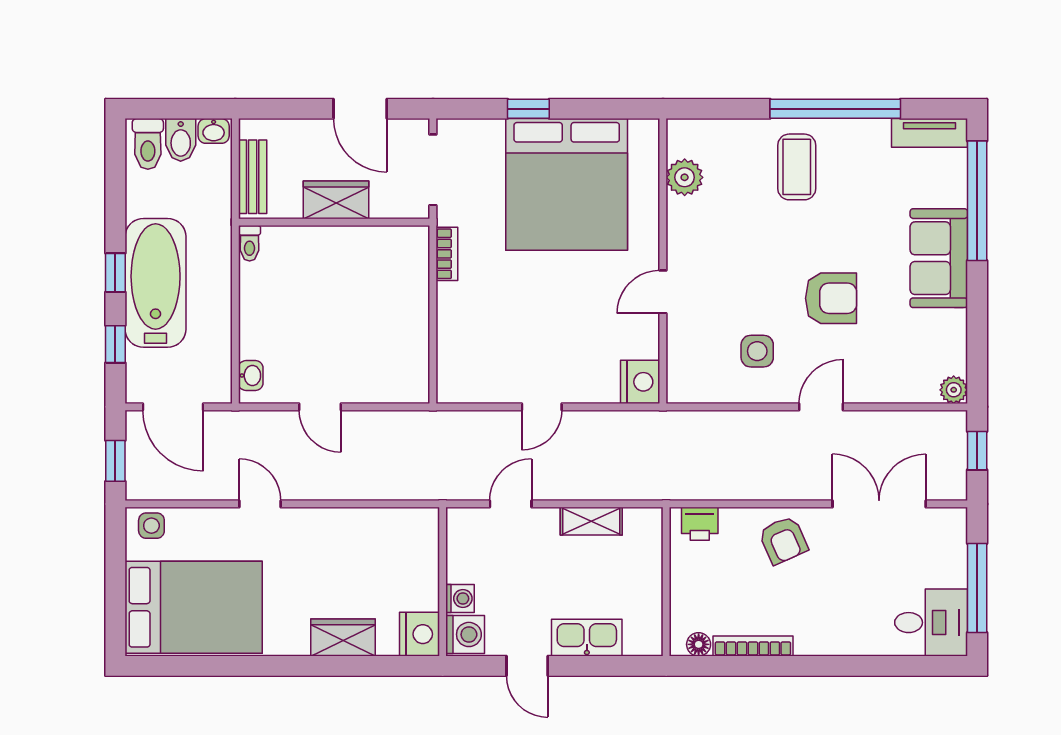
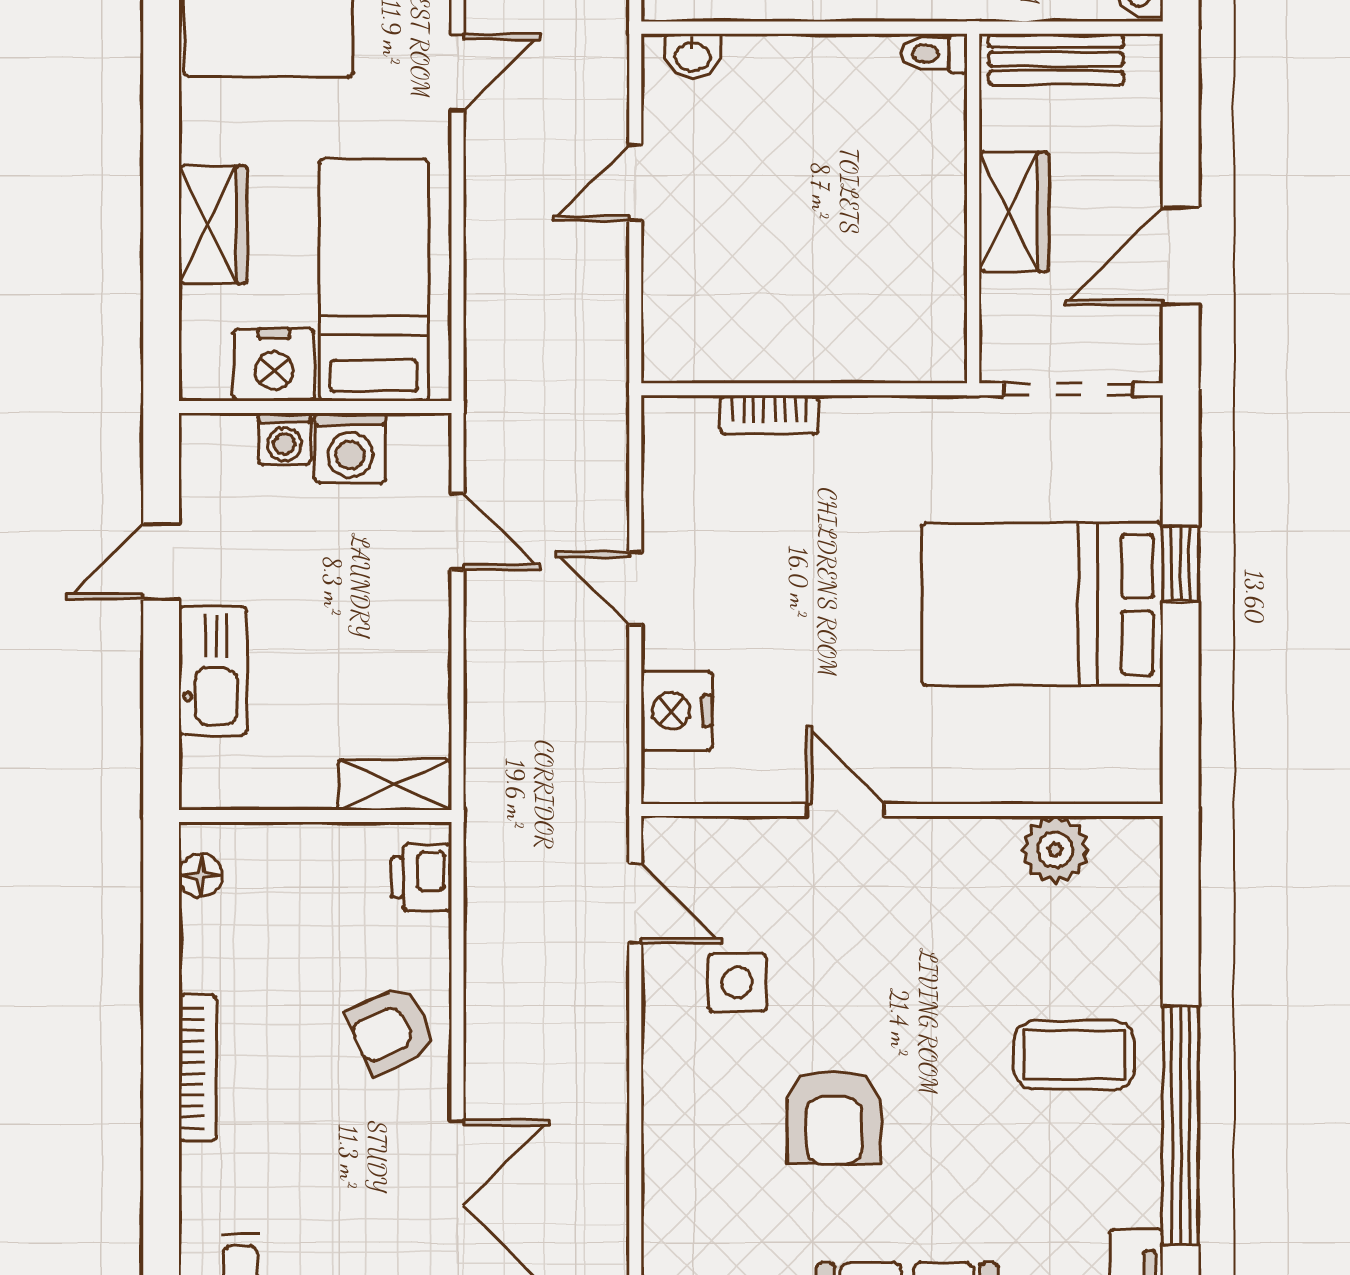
bed: (567, 184) -> (1042, 604), width x0.73
bookcase: (447, 254) -> (769, 415), moved
nightstand: (640, 382) -> (677, 711), moved, turned 90
door: (821, 407) -> (635, 903), moved
shelving: (591, 521) -> (395, 785), moved, turned 90
bed: (373, 550) -> (374, 280), added
nightstand: (420, 634) -> (274, 365), moved
washing machine: (465, 634) -> (350, 448), moved
bookcase: (753, 646) -> (198, 1068), moved

